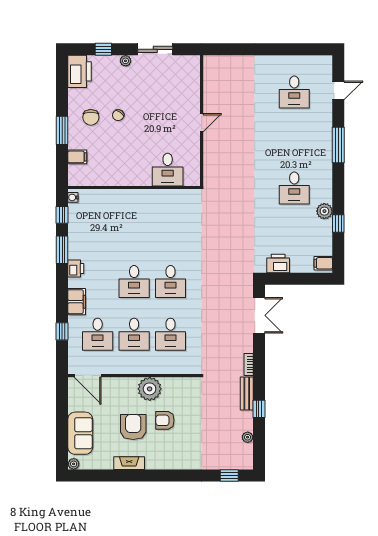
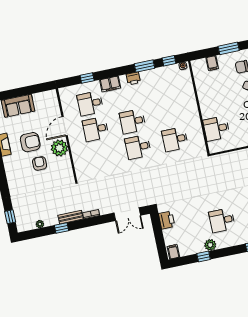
desk: (171, 334) -> (175, 139), moved
door: (88, 376) -> (65, 126), moved

